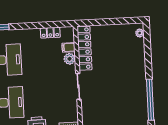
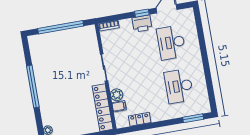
window: (150, 100) -> (33, 86), moved

